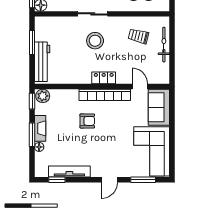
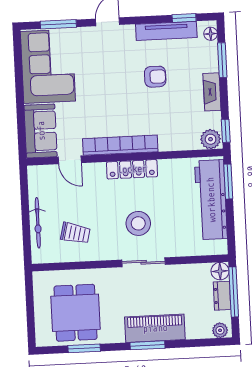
window: (32, 43) -> (228, 182), moved
workbench: (42, 62) -> (211, 200), width x1.36, depth x1.32
locker: (104, 78) -> (132, 169), width x1.53
armchair: (87, 121) -> (155, 77), moved, turned 180
window: (32, 135) -> (222, 60), moved
floor lamp: (39, 147) -> (211, 34), moved

